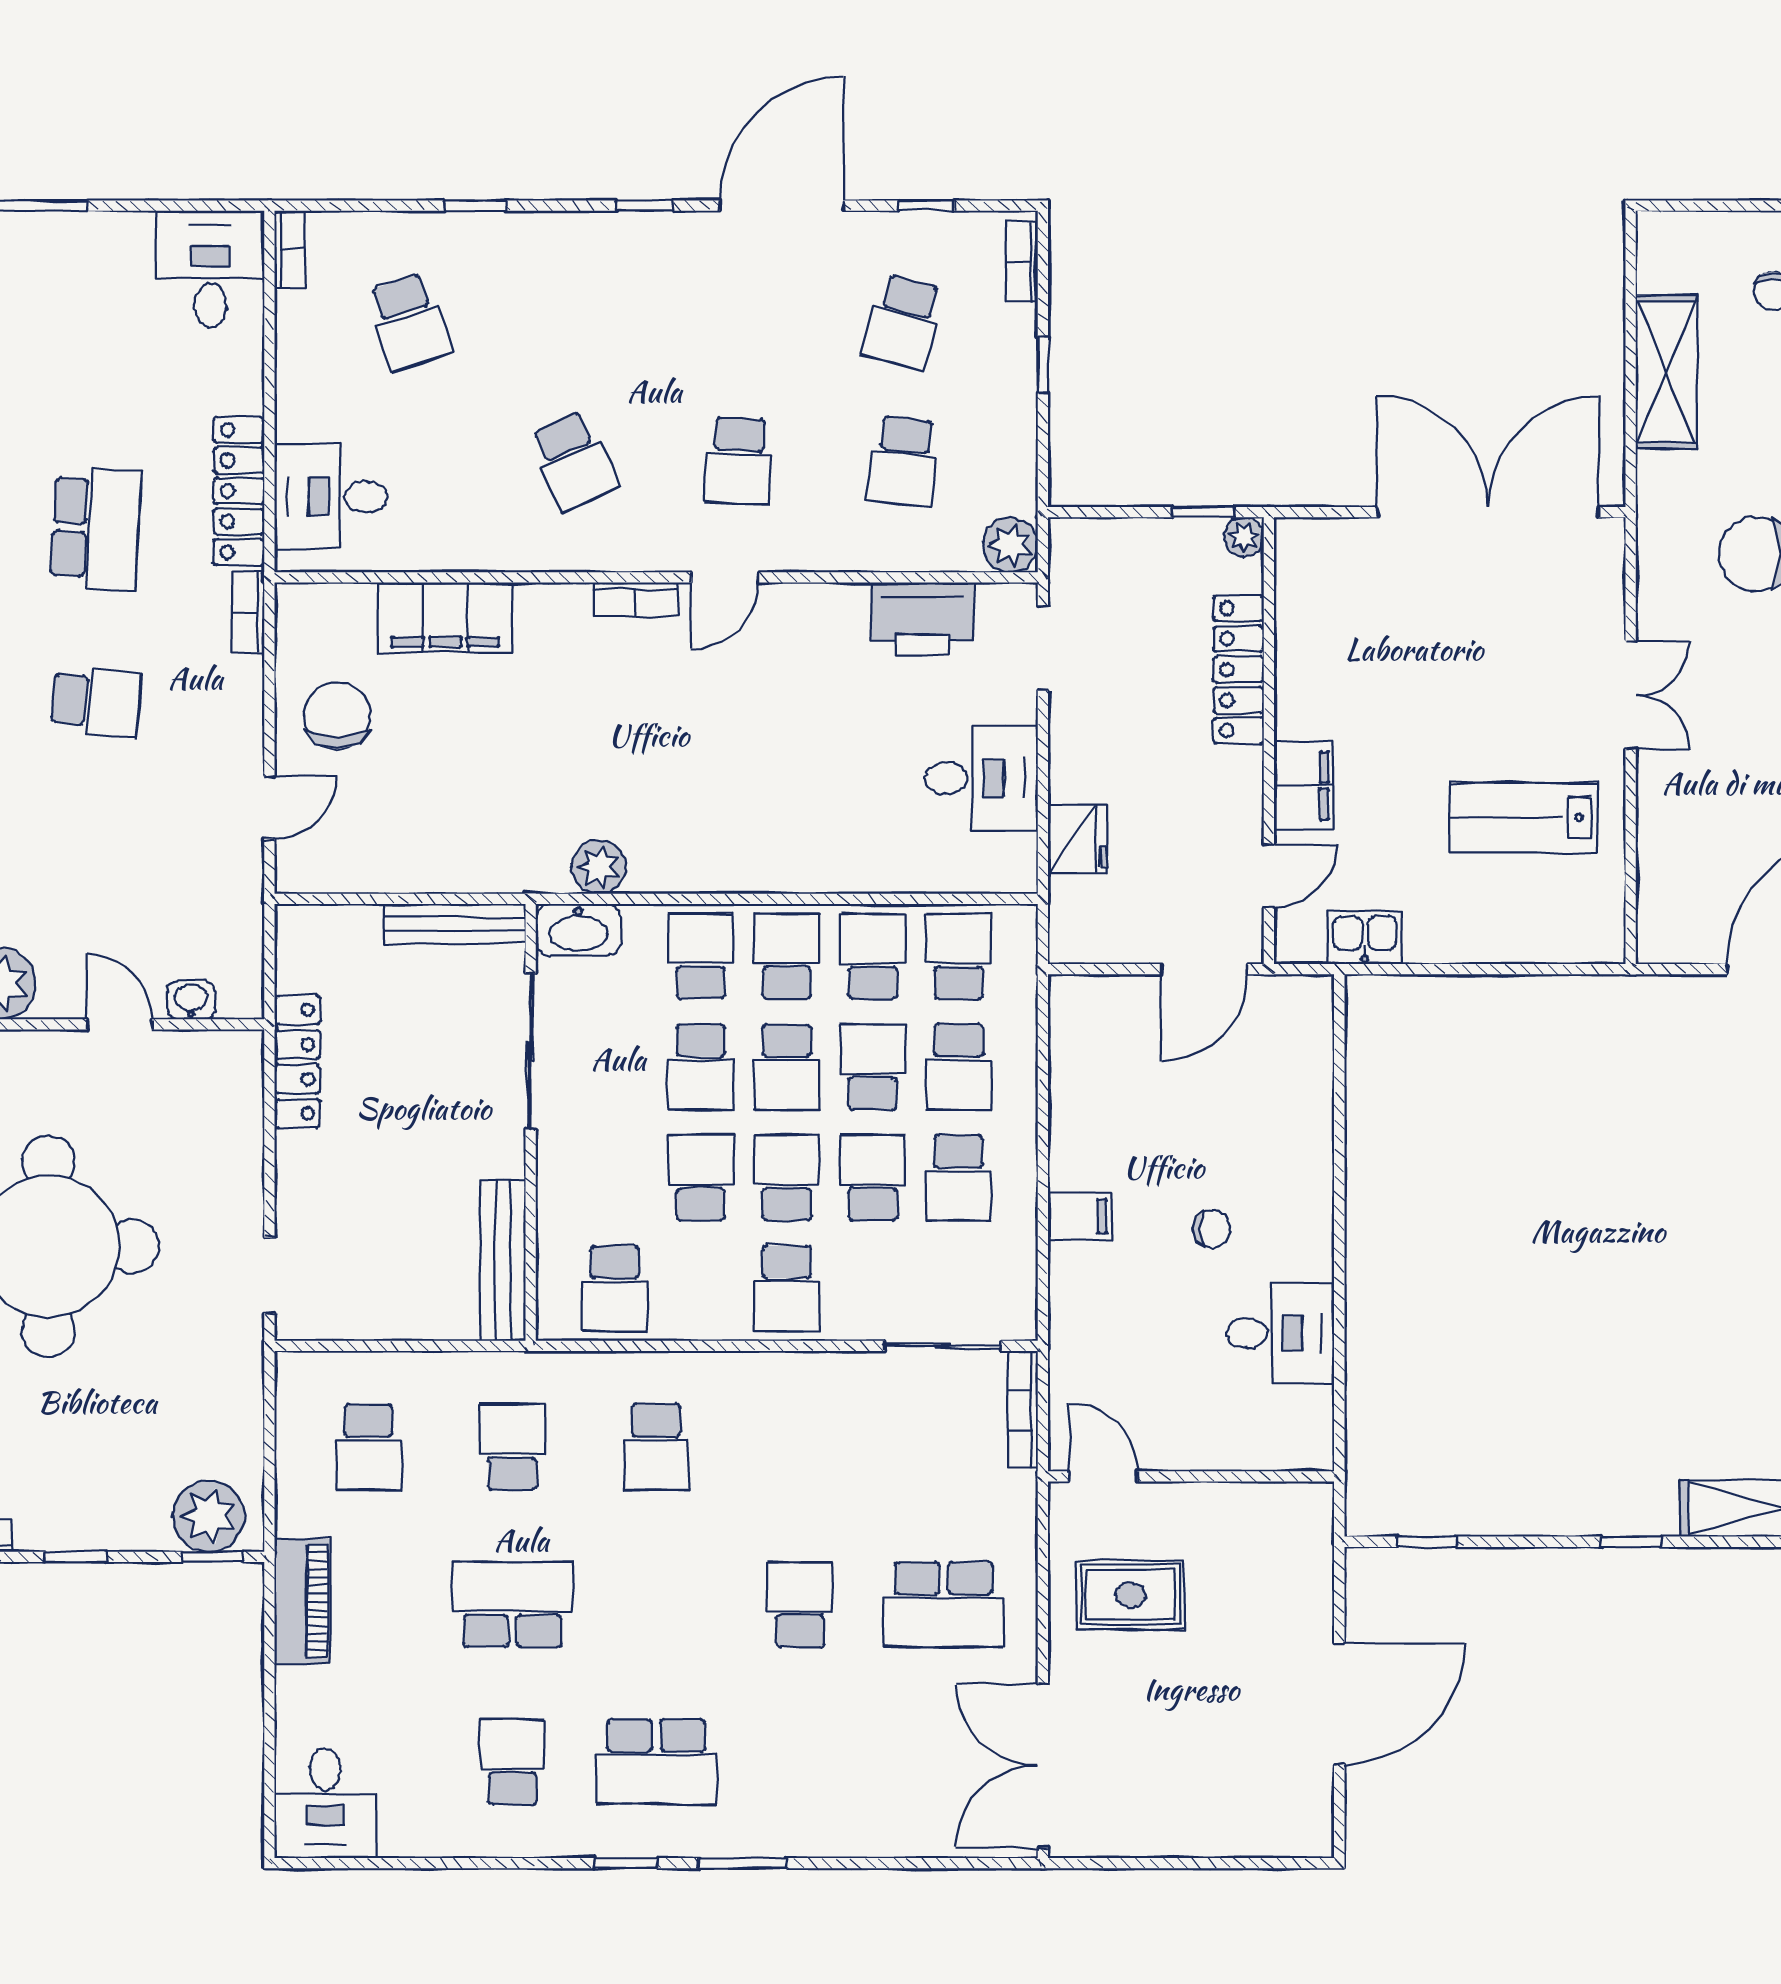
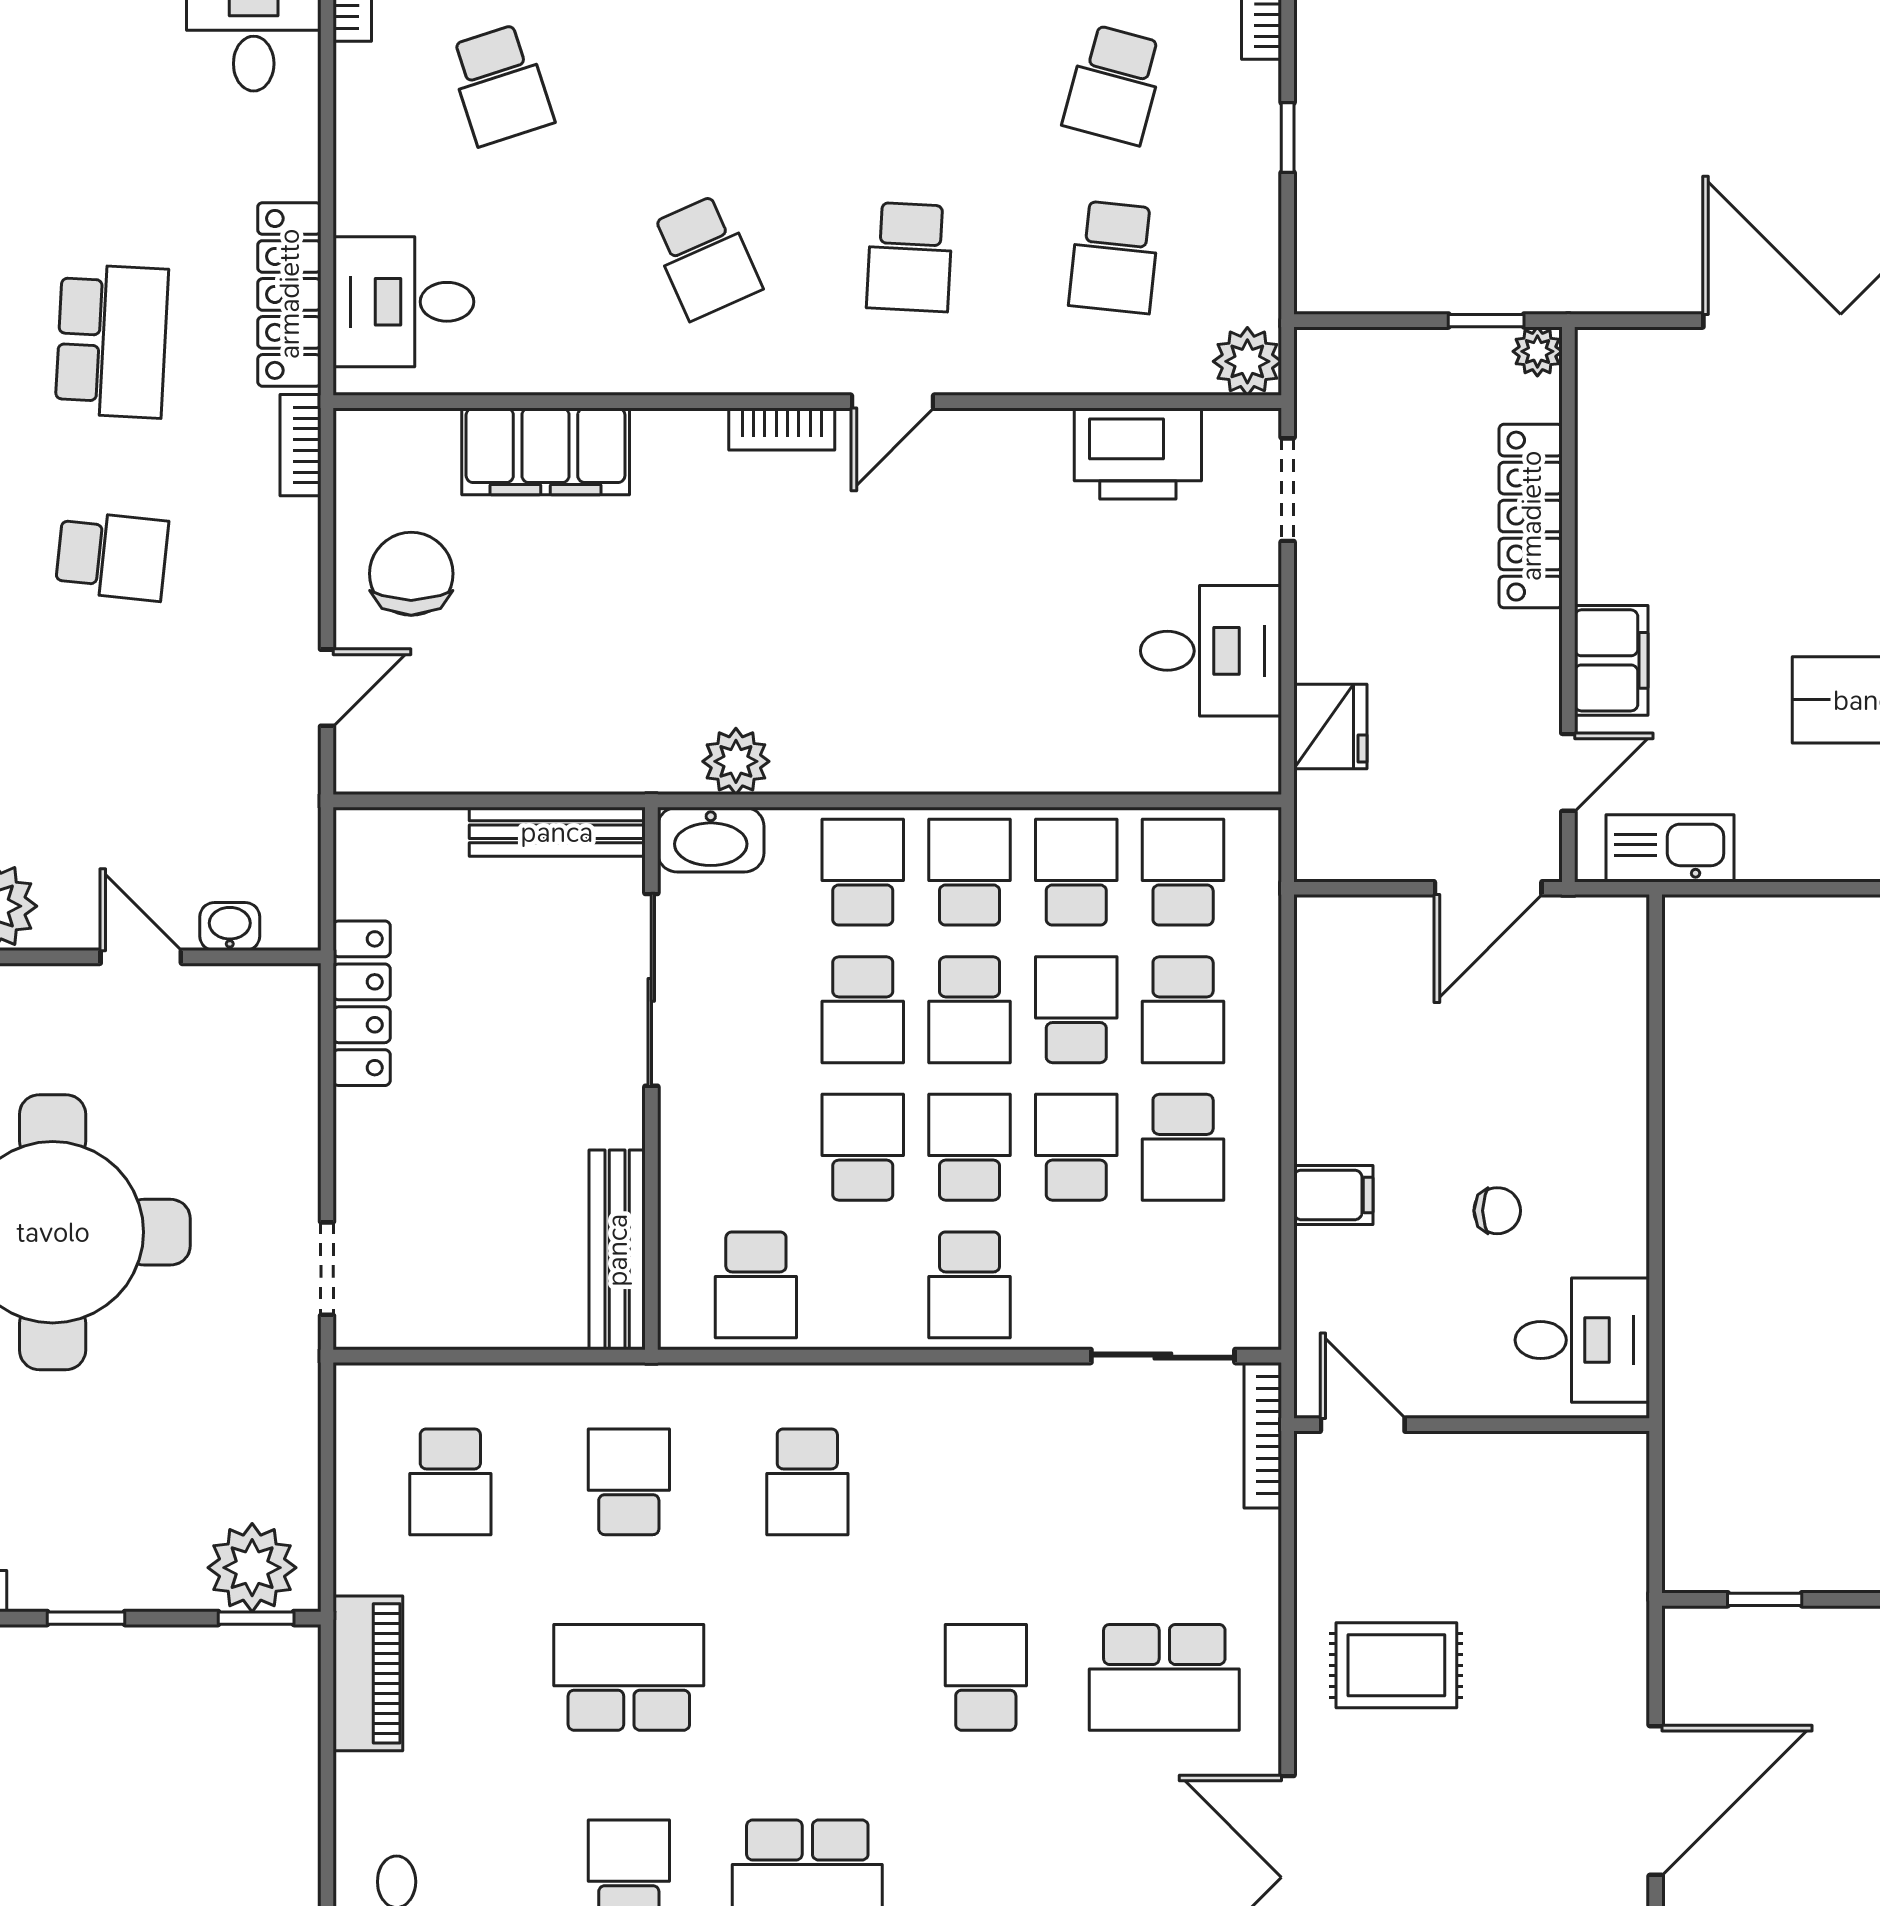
kitchen sink: (1365, 937) -> (1670, 848), width x1.38
door: (1103, 1476) -> (1363, 1425), moved
wall: (1191, 1476) -> (1472, 1425), moved

